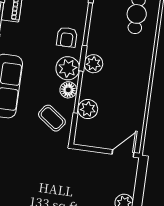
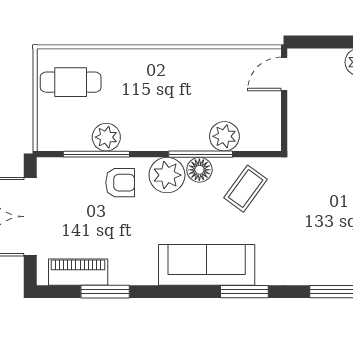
plant: (93, 64) -> (106, 137), moved
door: (123, 153) -> (284, 74), hinge flipped

